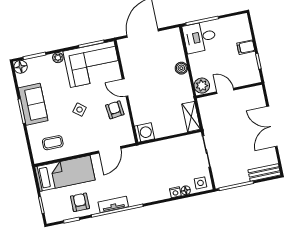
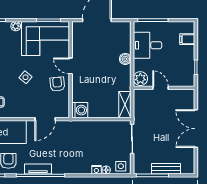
desk: (200, 37) -> (147, 45), moved
filing cabinet: (246, 47) -> (187, 39), moved
bench: (264, 172) -> (166, 169), moved

